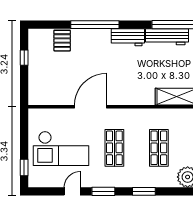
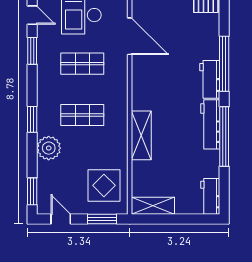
window: (95, 25) -> (224, 64), moved
window: (144, 191) -> (32, 119), moved

